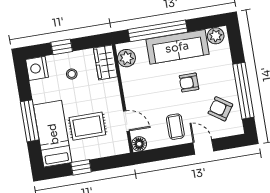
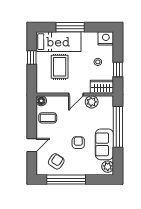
window: (62, 47) -> (118, 69), moved
sofa: (177, 47) -> (104, 144), width x0.73
plant: (126, 58) -> (92, 102), moved
door: (126, 121) -> (76, 95), moved
coffee table: (175, 127) -> (48, 118), moved

